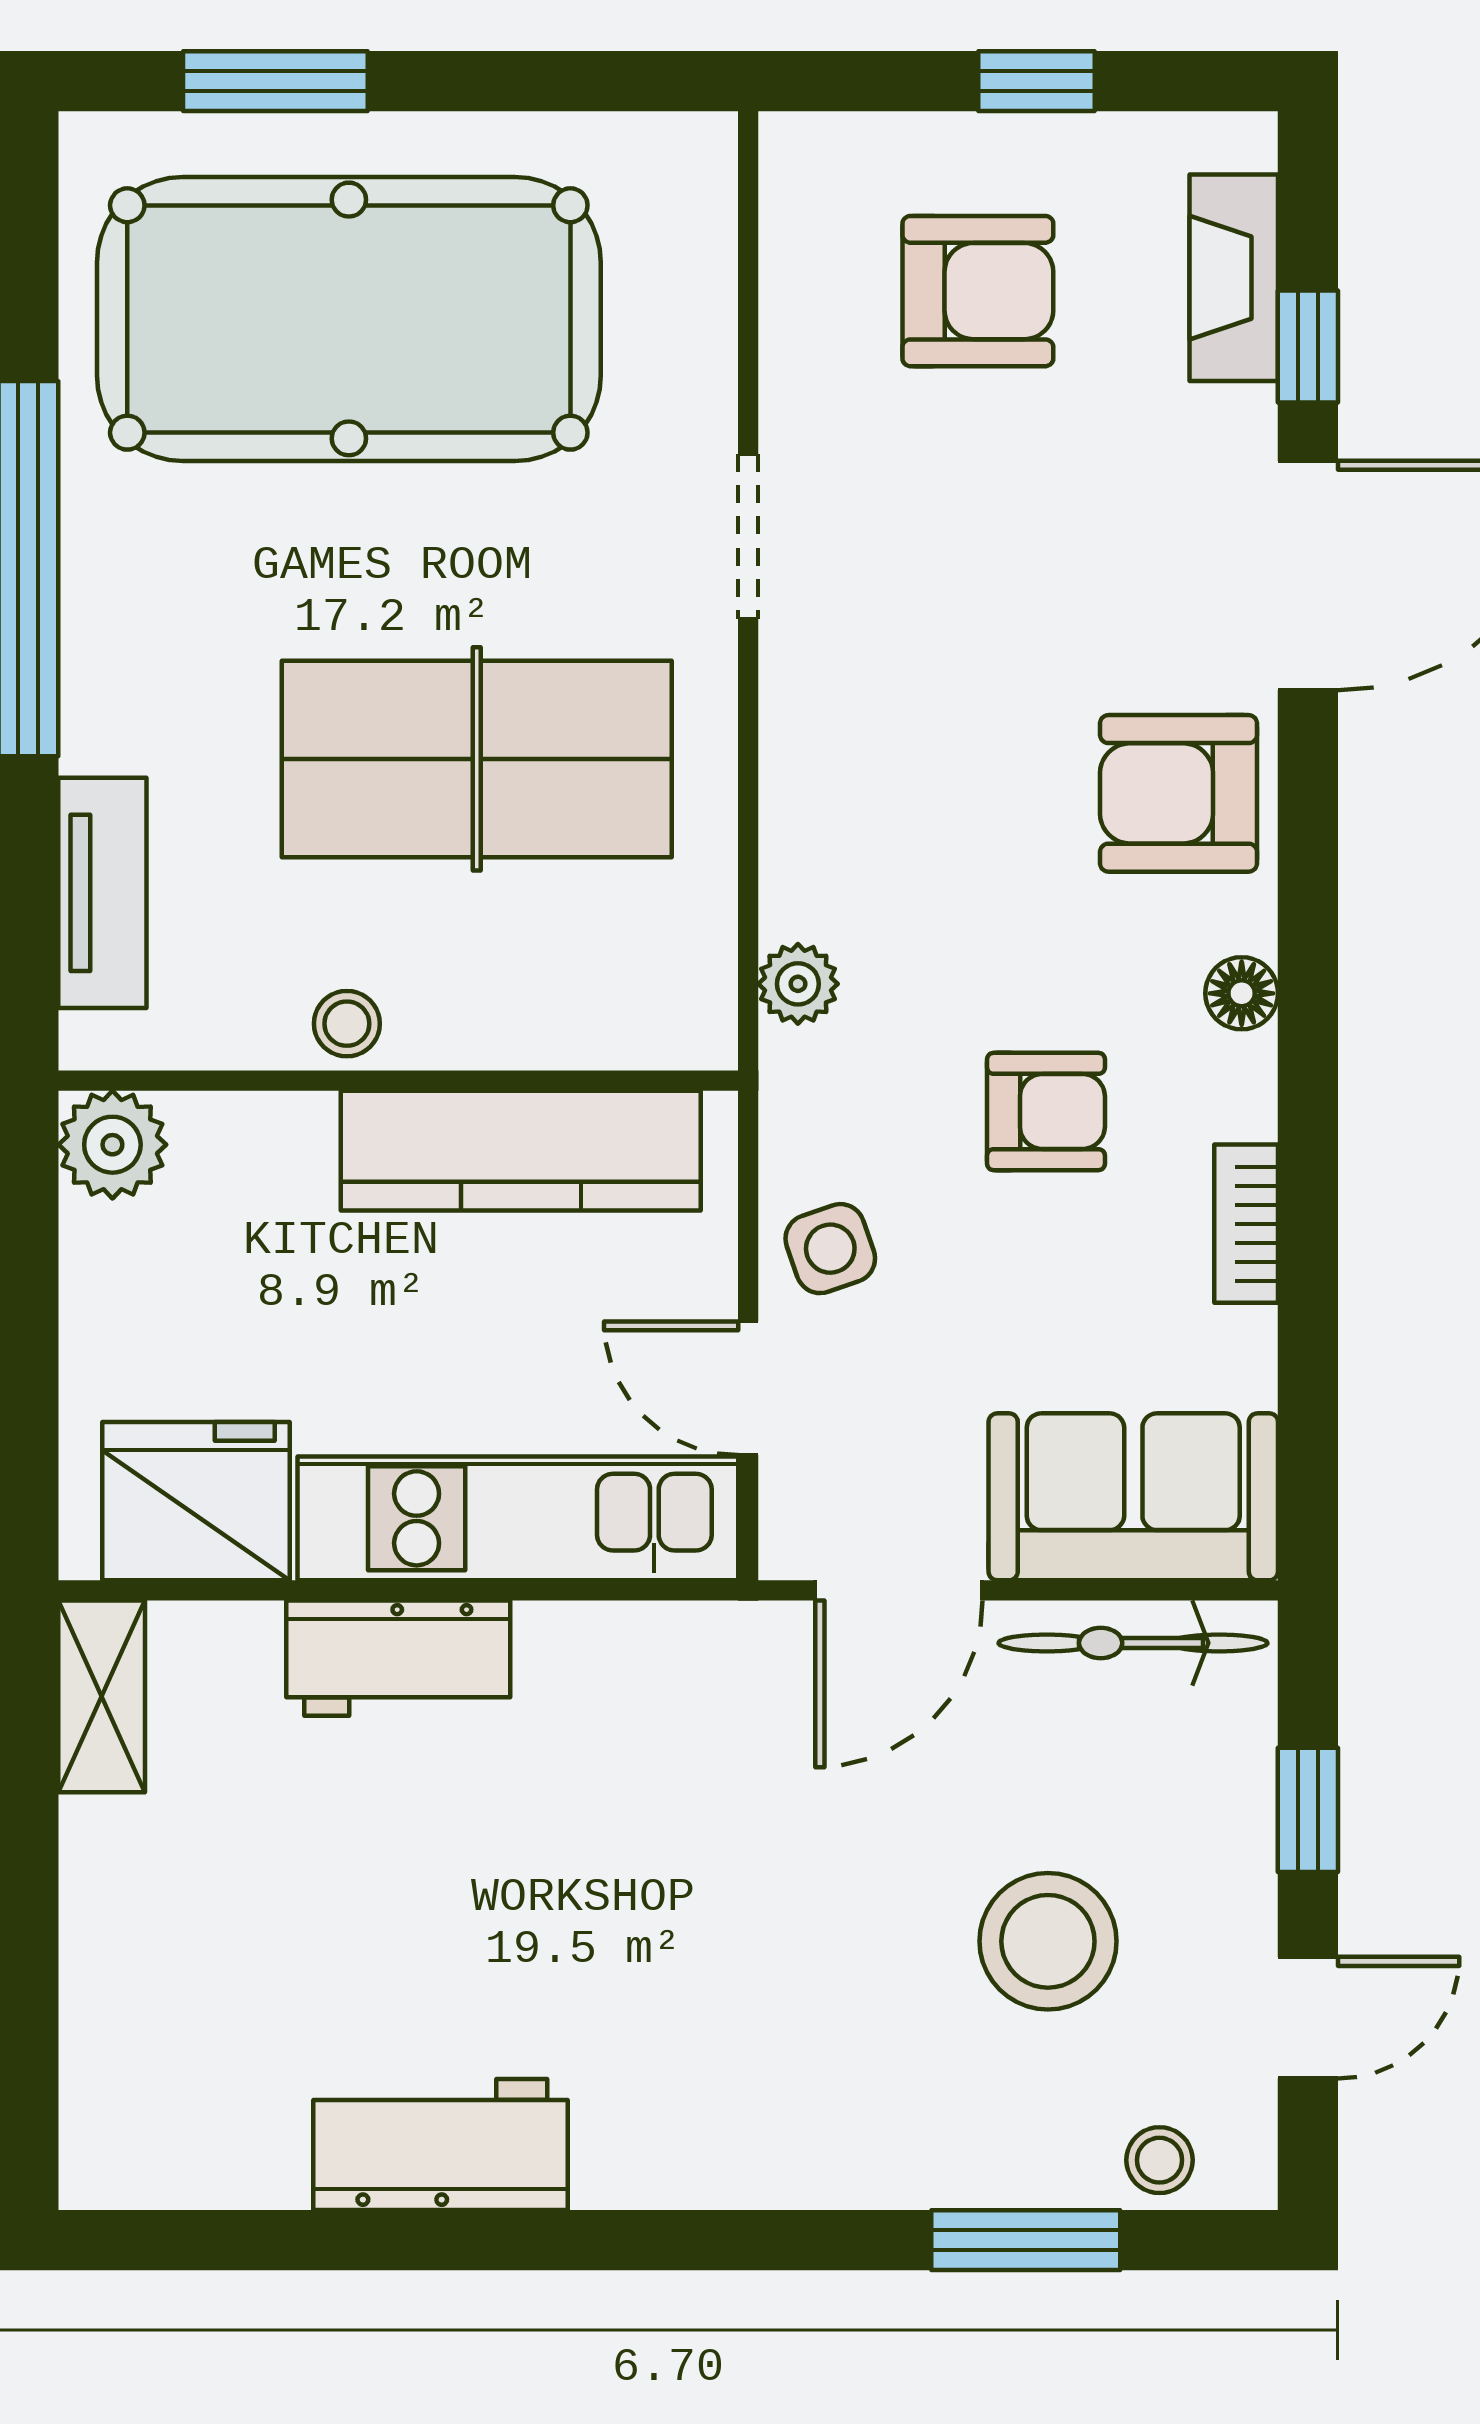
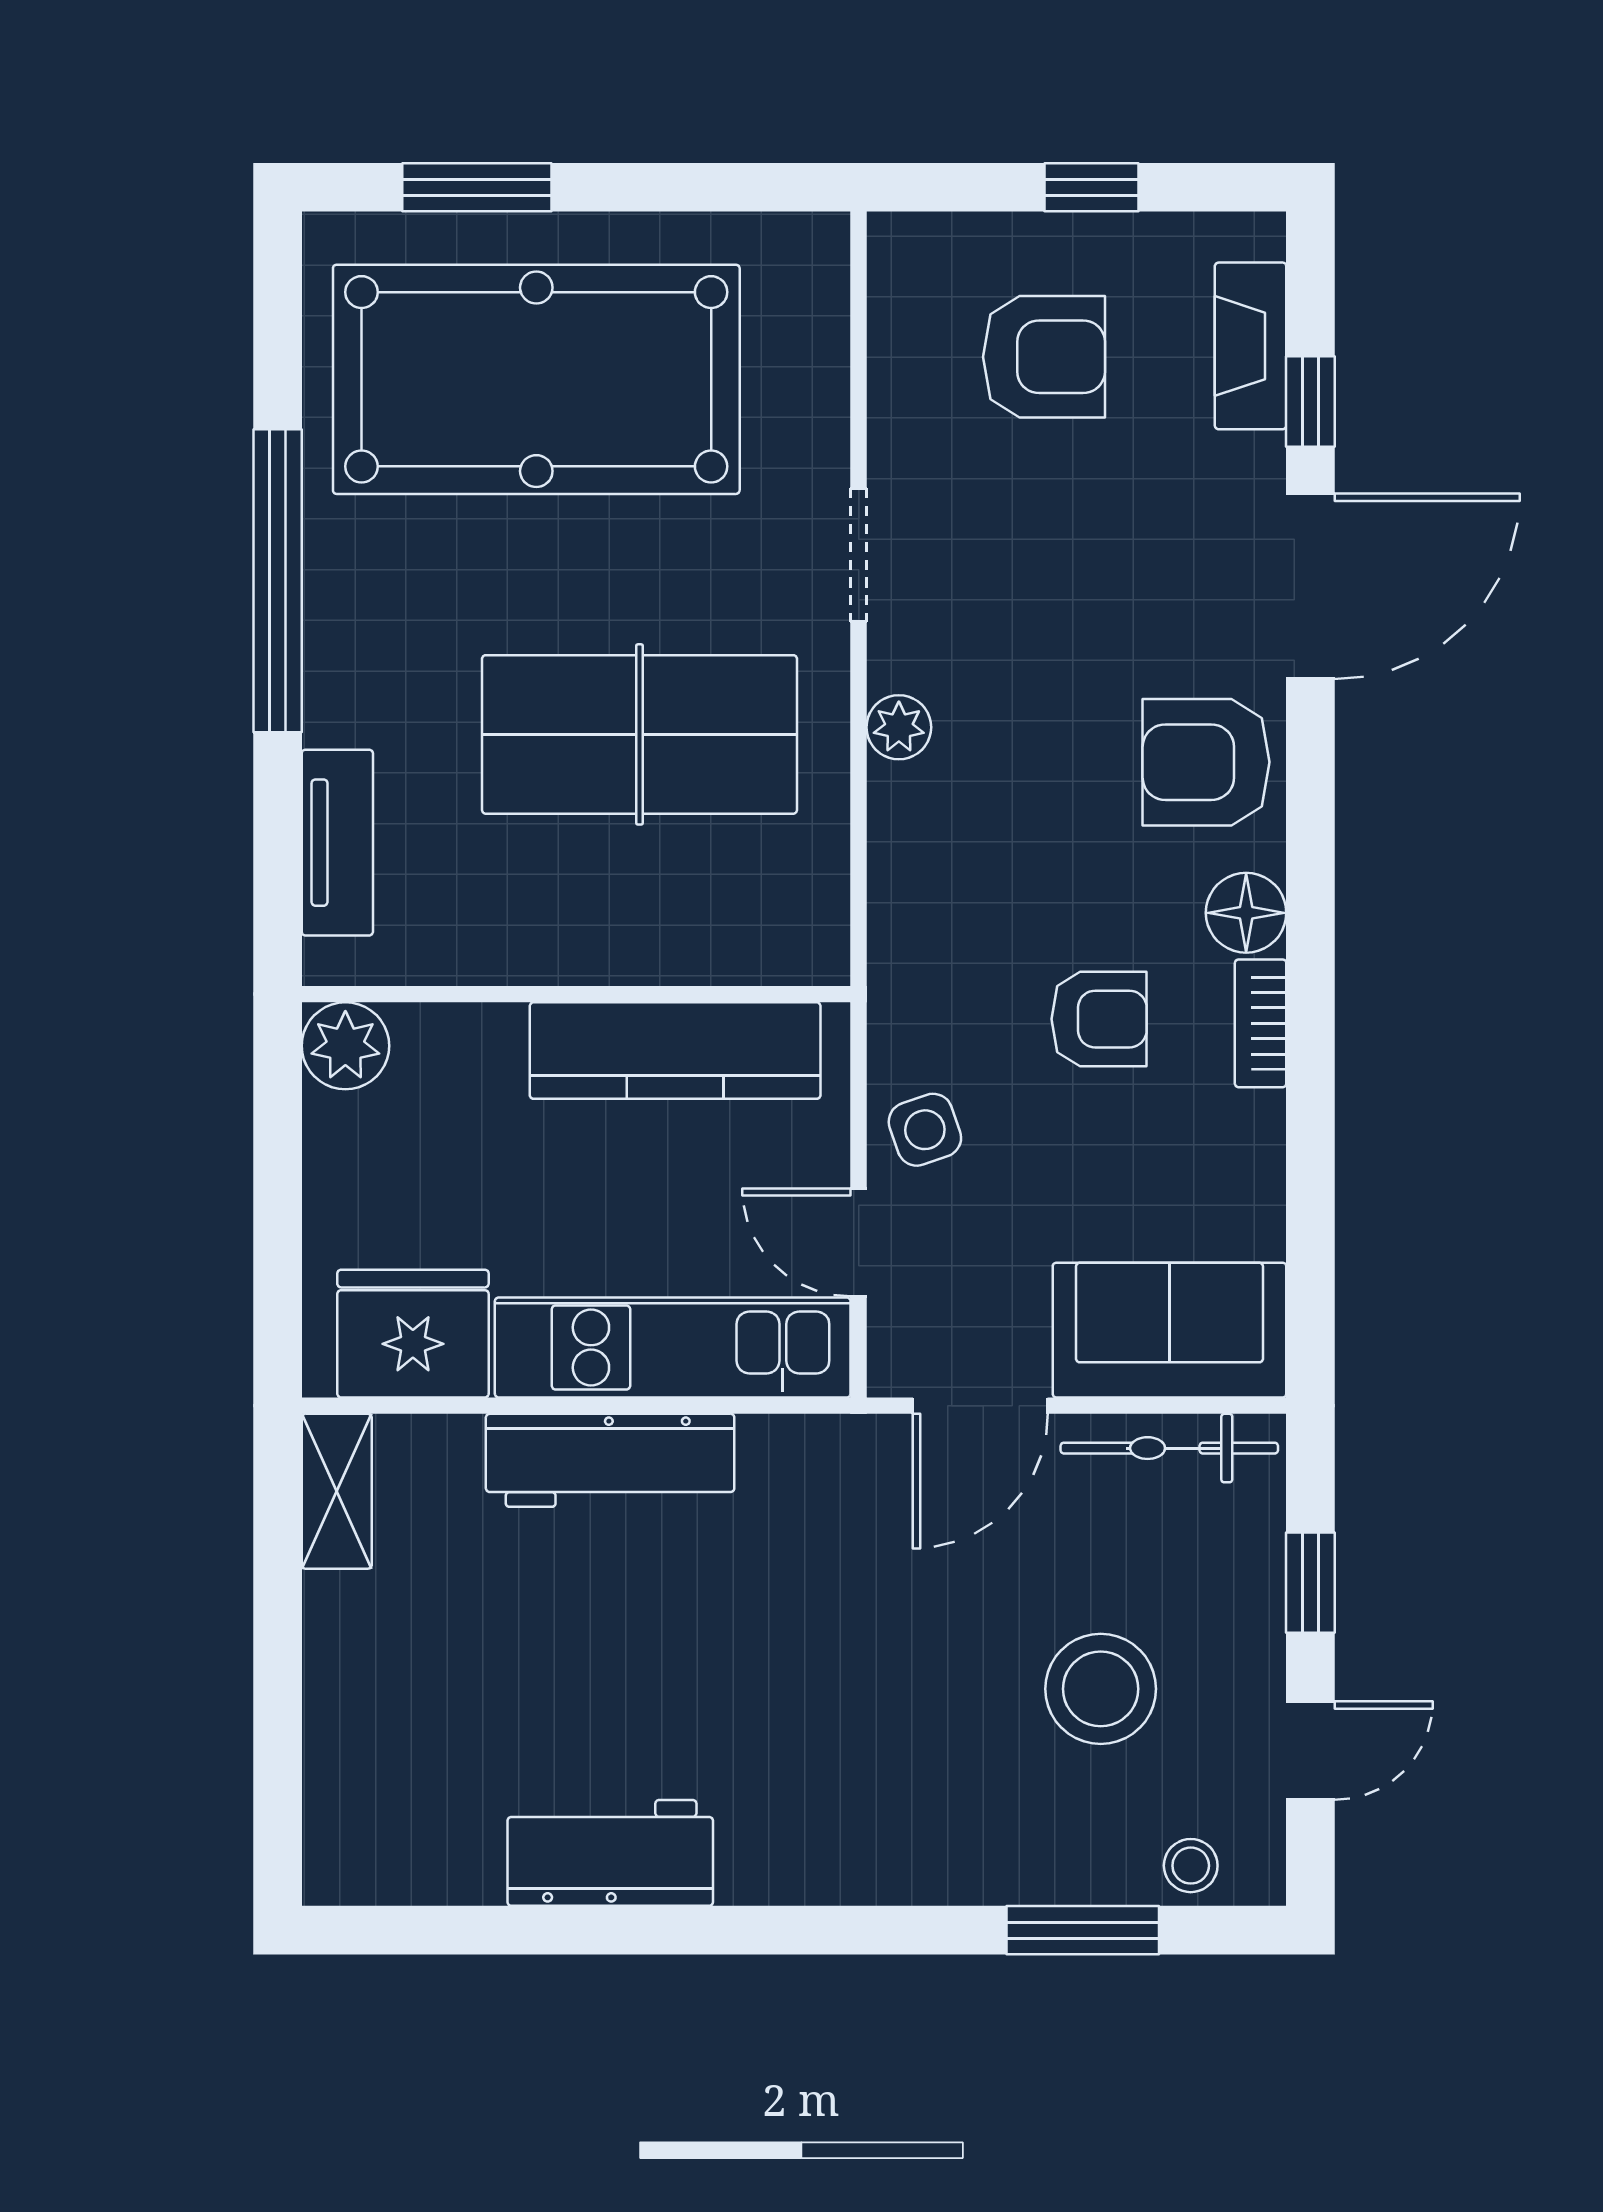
plant: (798, 984) -> (899, 727), moved
floor lamp: (1242, 993) -> (1246, 913), width x1.37, depth x1.37
stool: (347, 1024) -> (535, 948), removed
bookcase: (1246, 1224) -> (1261, 1023), moved
workbench: (398, 1658) -> (610, 1460), width x1.38

